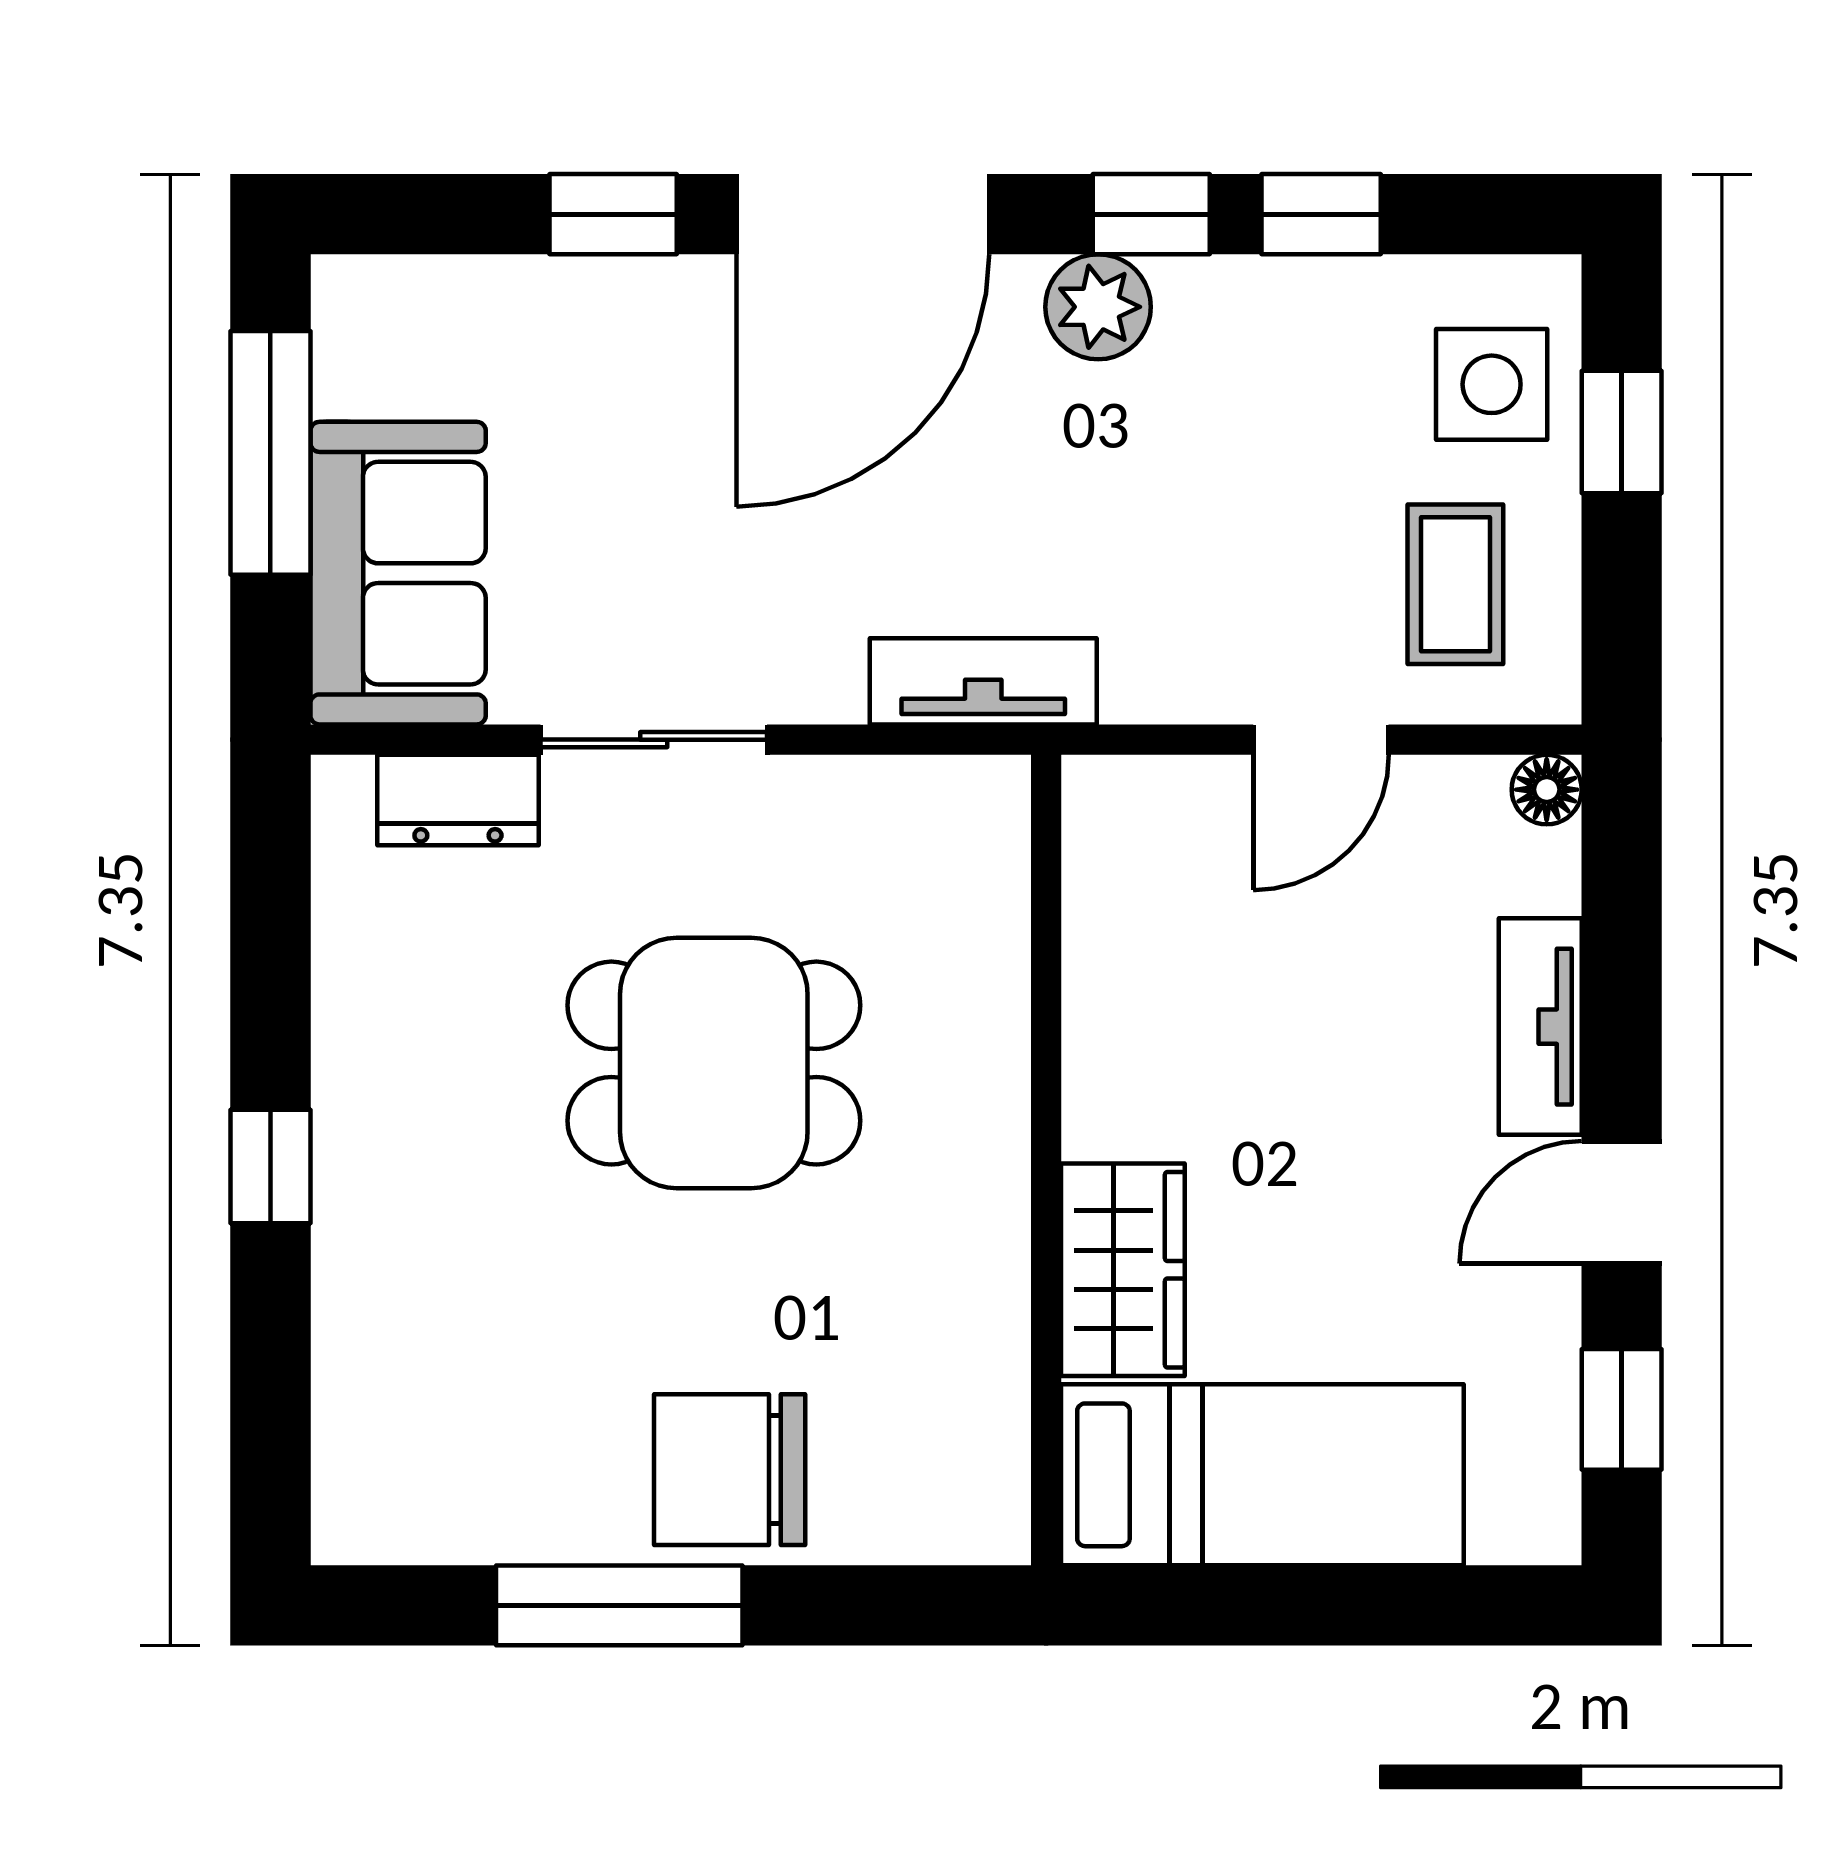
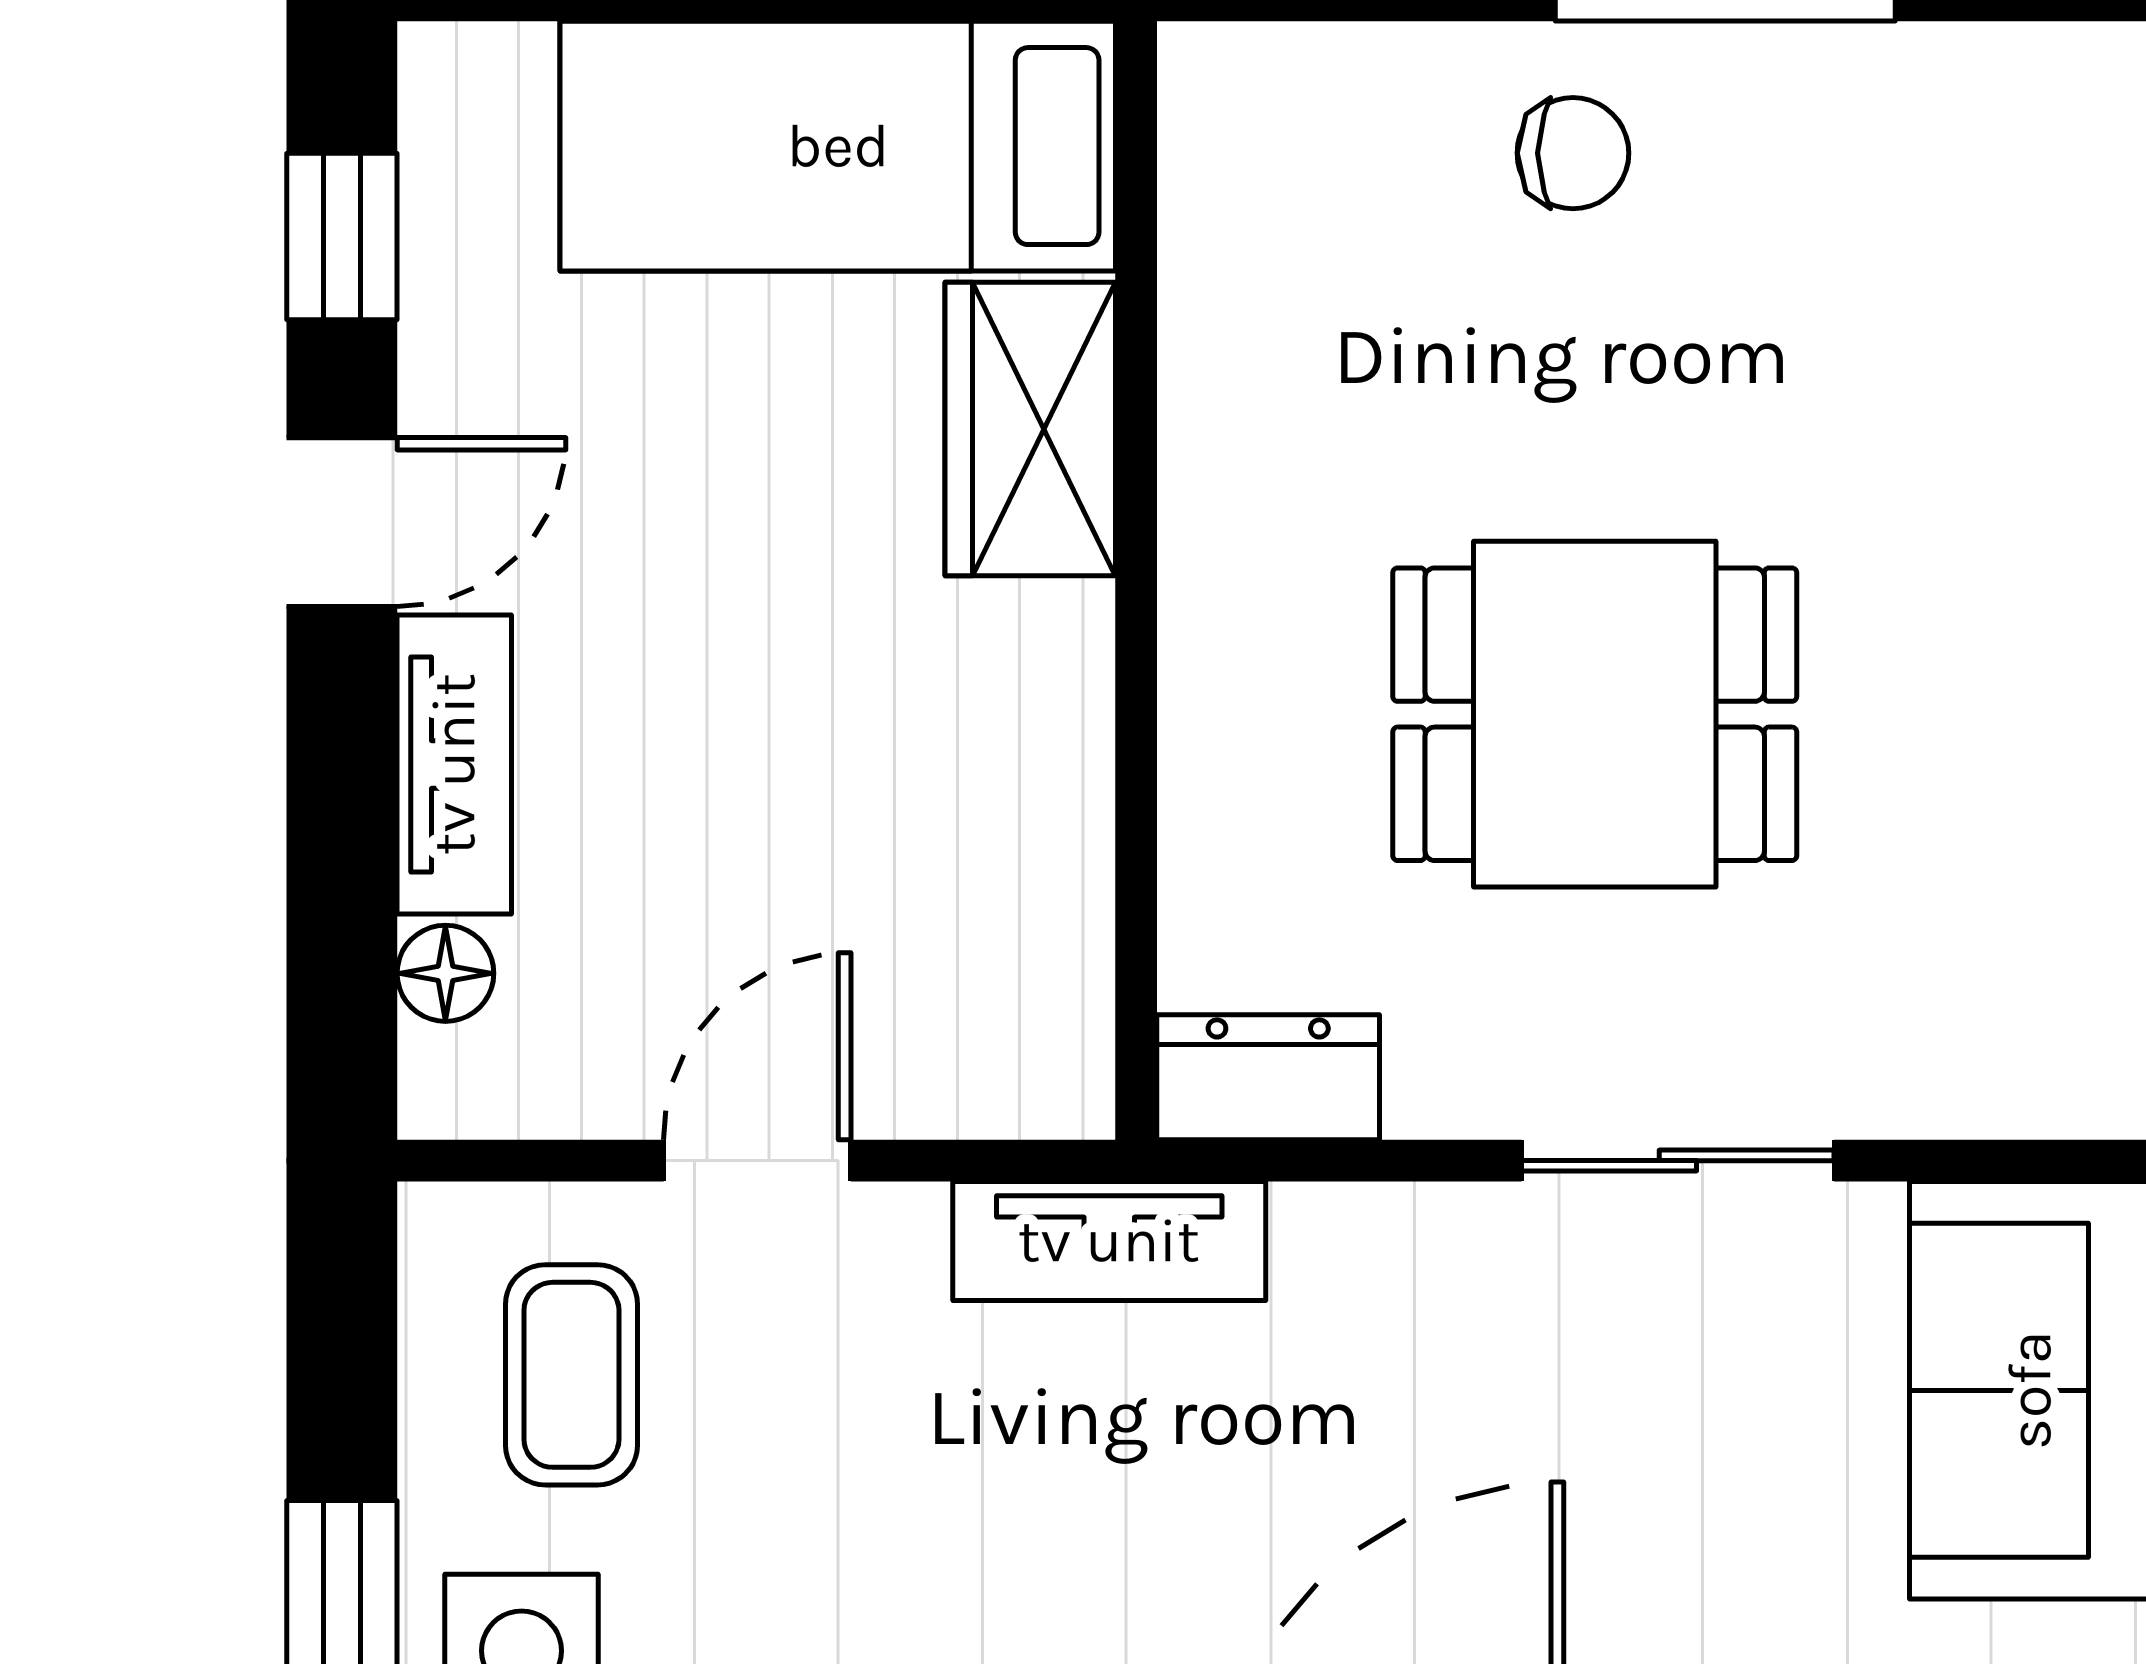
tv unit: (983, 681) -> (1109, 1241), moved
floor lamp: (1547, 790) -> (445, 973), moved
dresser: (458, 800) -> (1268, 1077), moved
chair: (730, 1470) -> (1573, 153), width x0.54, depth x0.54

